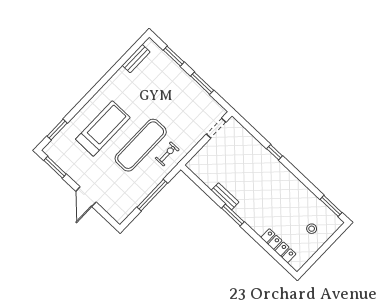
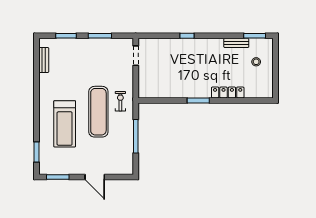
treadmill: (103, 128) -> (65, 124), turned 180
bench: (225, 196) -> (236, 43), moved
locker: (278, 246) -> (228, 92), moved

